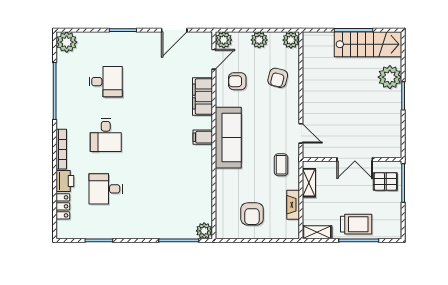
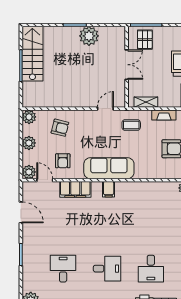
plant: (390, 77) -> (89, 36), moved

